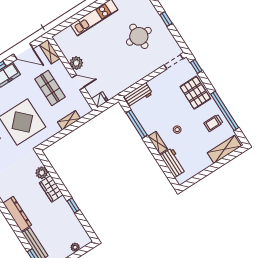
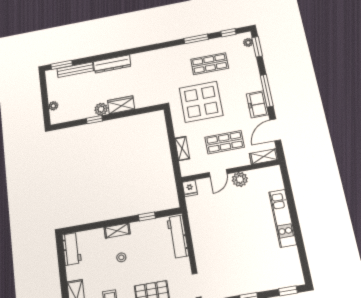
round table: (139, 36) -> (241, 258), removed
workbench: (138, 95) -> (178, 237), width x1.38
window: (137, 124) -> (147, 216), width x0.46
workbench: (173, 163) -> (72, 249), moved, turned -90
plant: (42, 173) -> (101, 109), moved

